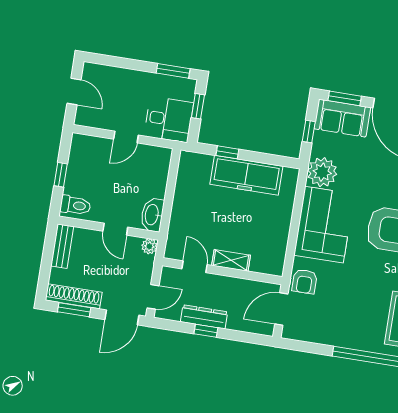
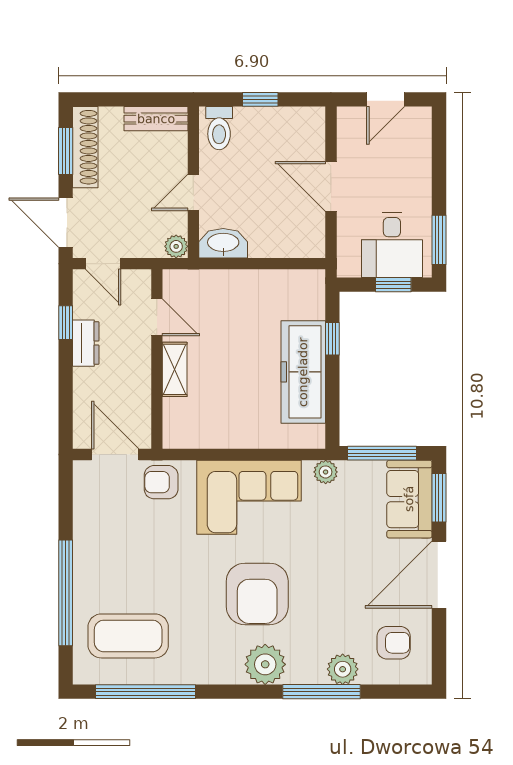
desk: (169, 119) -> (392, 245), moved
window: (309, 132) -> (382, 453), width x2.17
door: (126, 137) -> (331, 186), width x1.38
plant: (322, 172) -> (326, 472), width x0.53, depth x0.53
door: (195, 267) -> (157, 317), hinge flipped
dresser: (204, 317) -> (86, 343), width x0.70
window: (206, 331) -> (66, 323), moved

